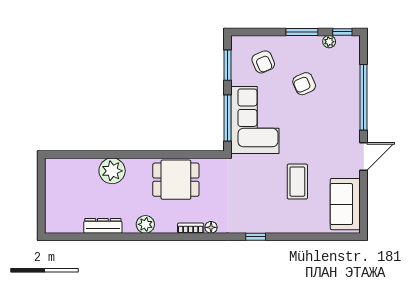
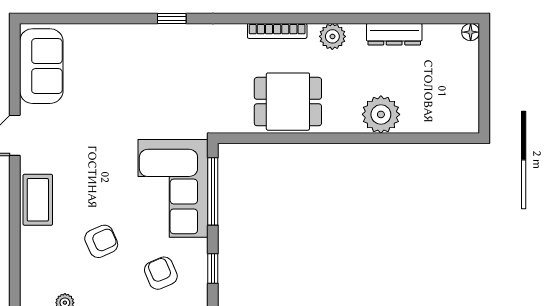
window: (228, 65) -> (213, 269), width x0.67
window: (364, 97) -> (15, 222), removed
coffee table: (297, 182) -> (38, 200), moved
floor lamp: (211, 227) -> (471, 32), moved
bookcase: (191, 228) -> (277, 31), width x1.56

